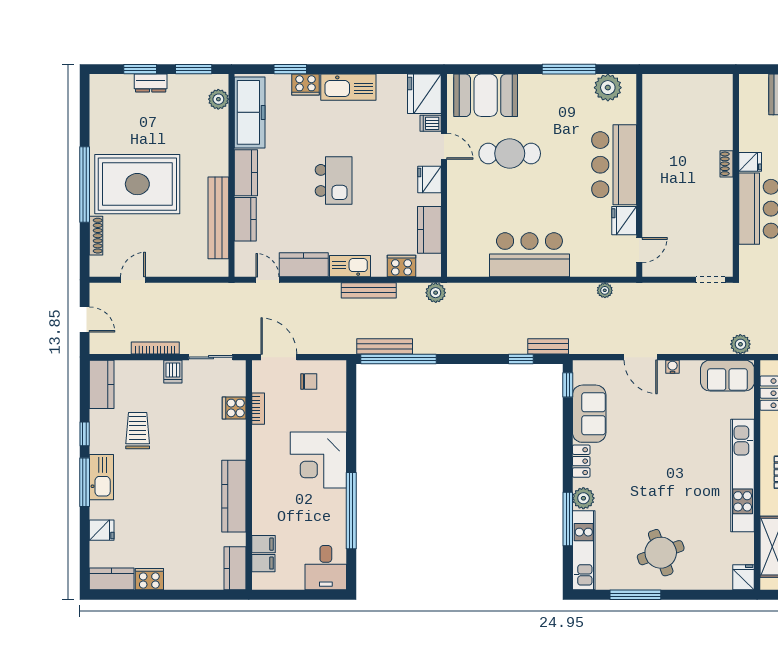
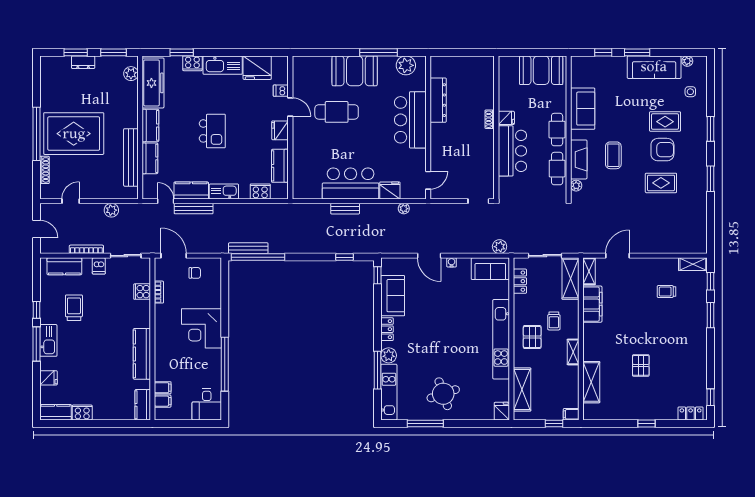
fridge: (424, 94) -> (257, 68), moved, turned -90
booth: (486, 95) -> (355, 71), moved
dresser: (653, 137) -> (438, 100), added
fridge: (624, 221) -> (390, 190), moved, turned 90
bench: (369, 290) -> (194, 209), moved
plant: (436, 293) -> (111, 210), moved
bench: (548, 346) -> (345, 209), moved
kitchen counter: (102, 384) -> (64, 266), moved, turned 90

